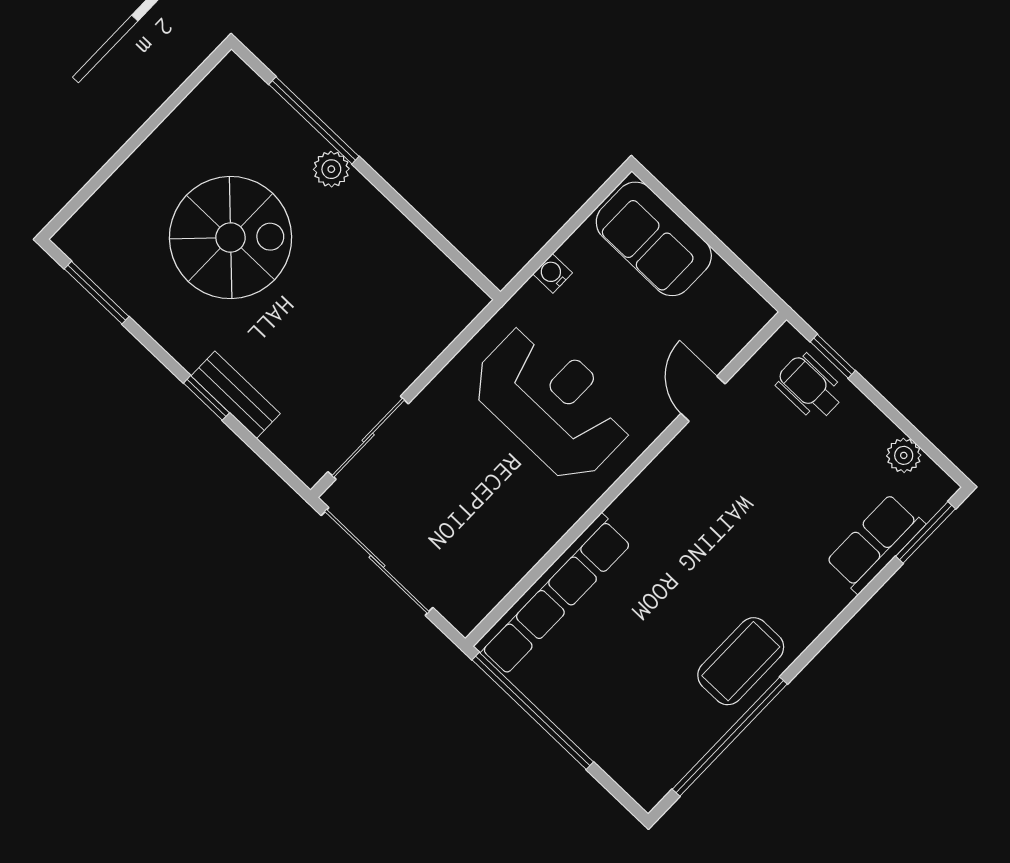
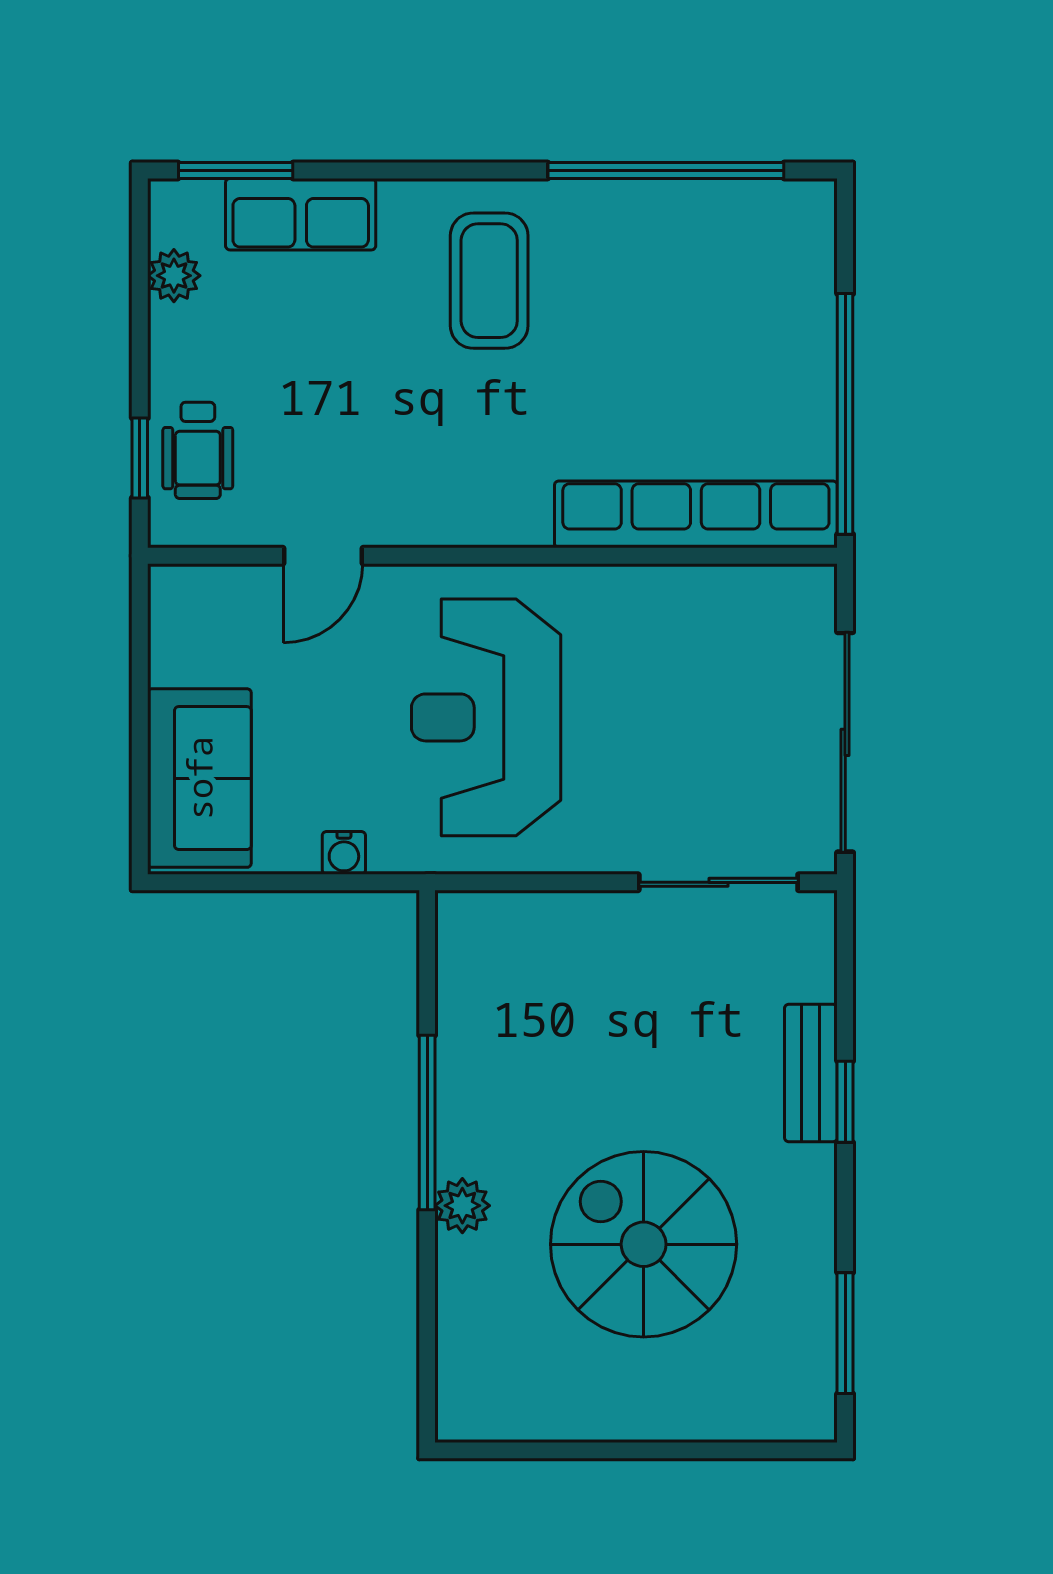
window: (314, 120) -> (427, 1123), moved
coffee table: (741, 661) -> (489, 281), moved, turned 90

